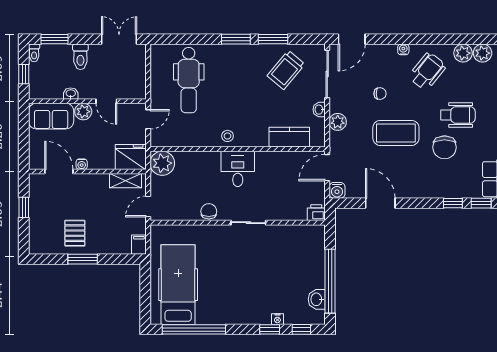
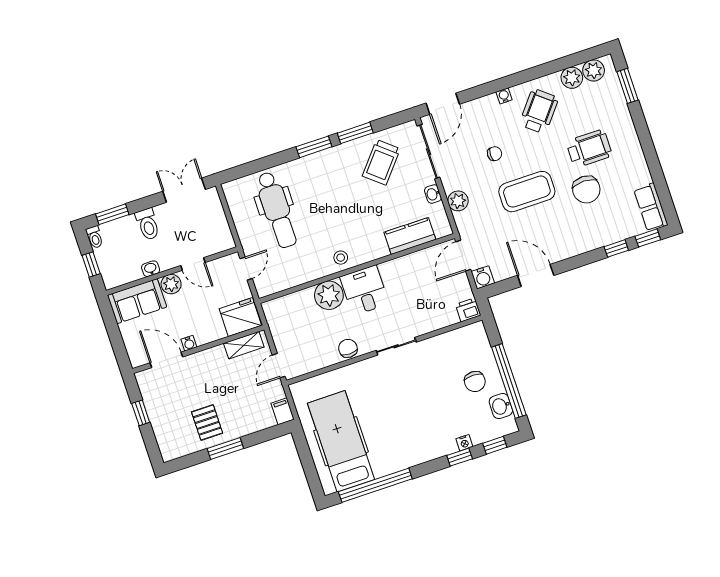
plant: (162, 163) -> (329, 295), moved
chair: (302, 272) -> (475, 381), added

